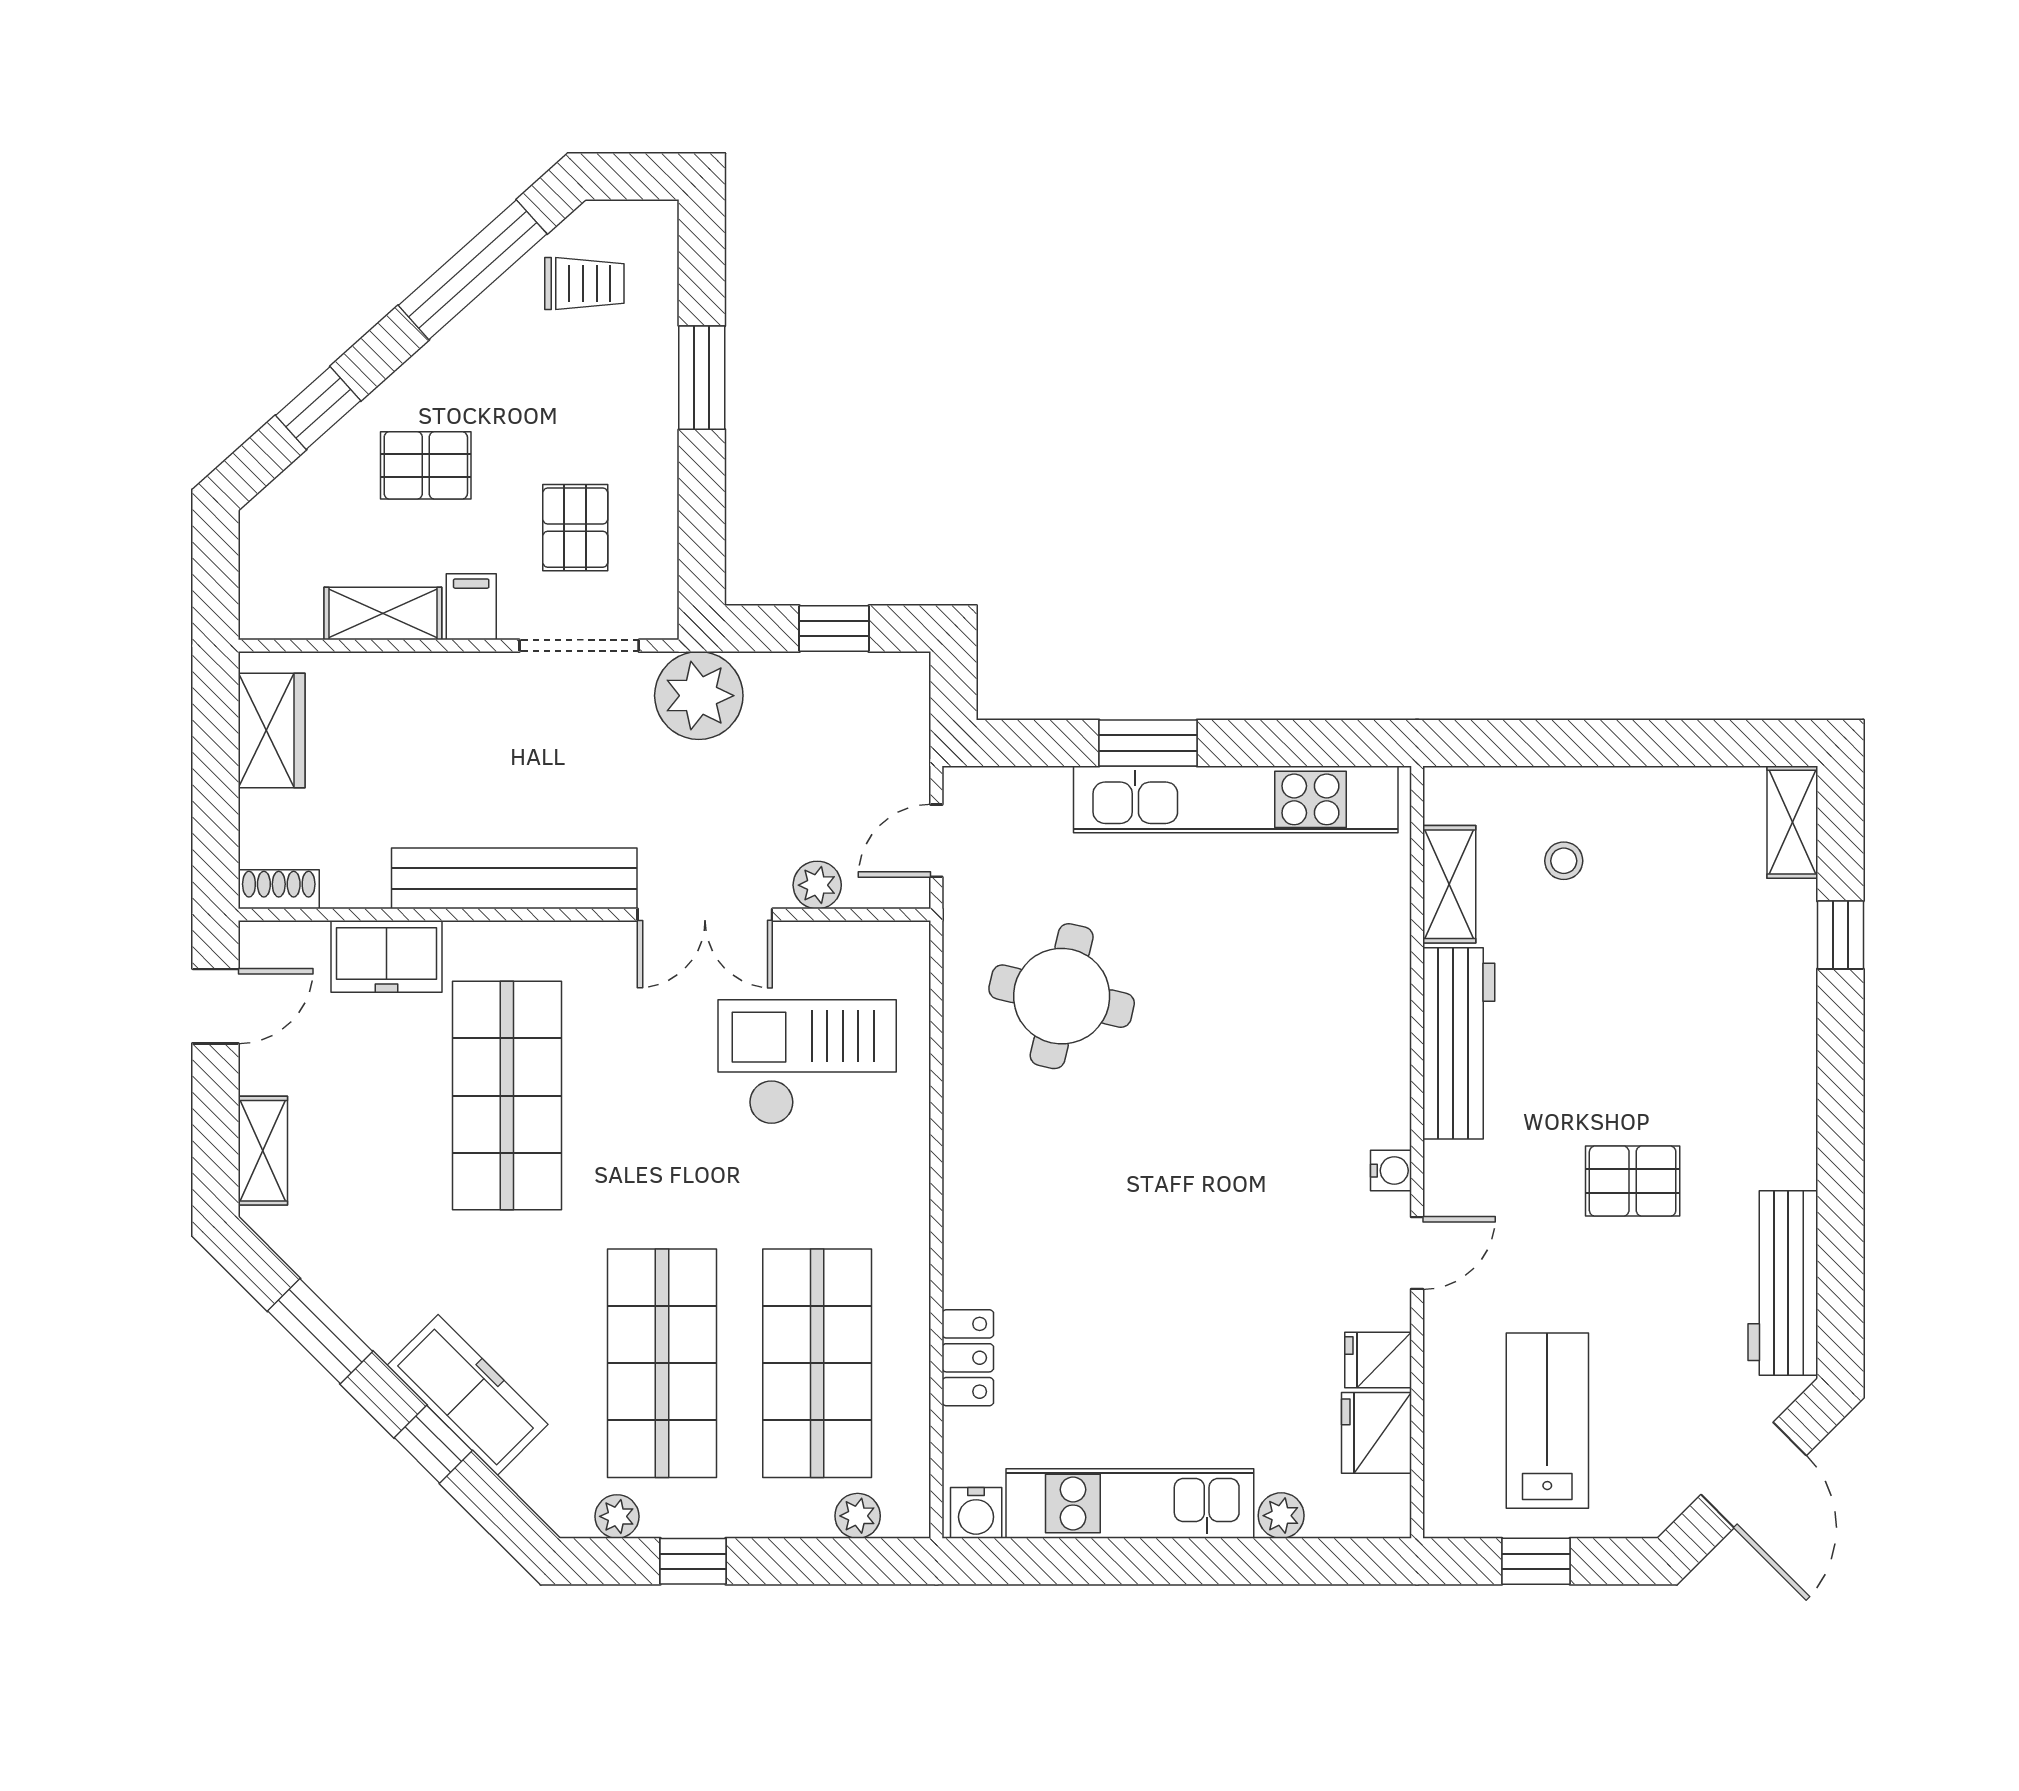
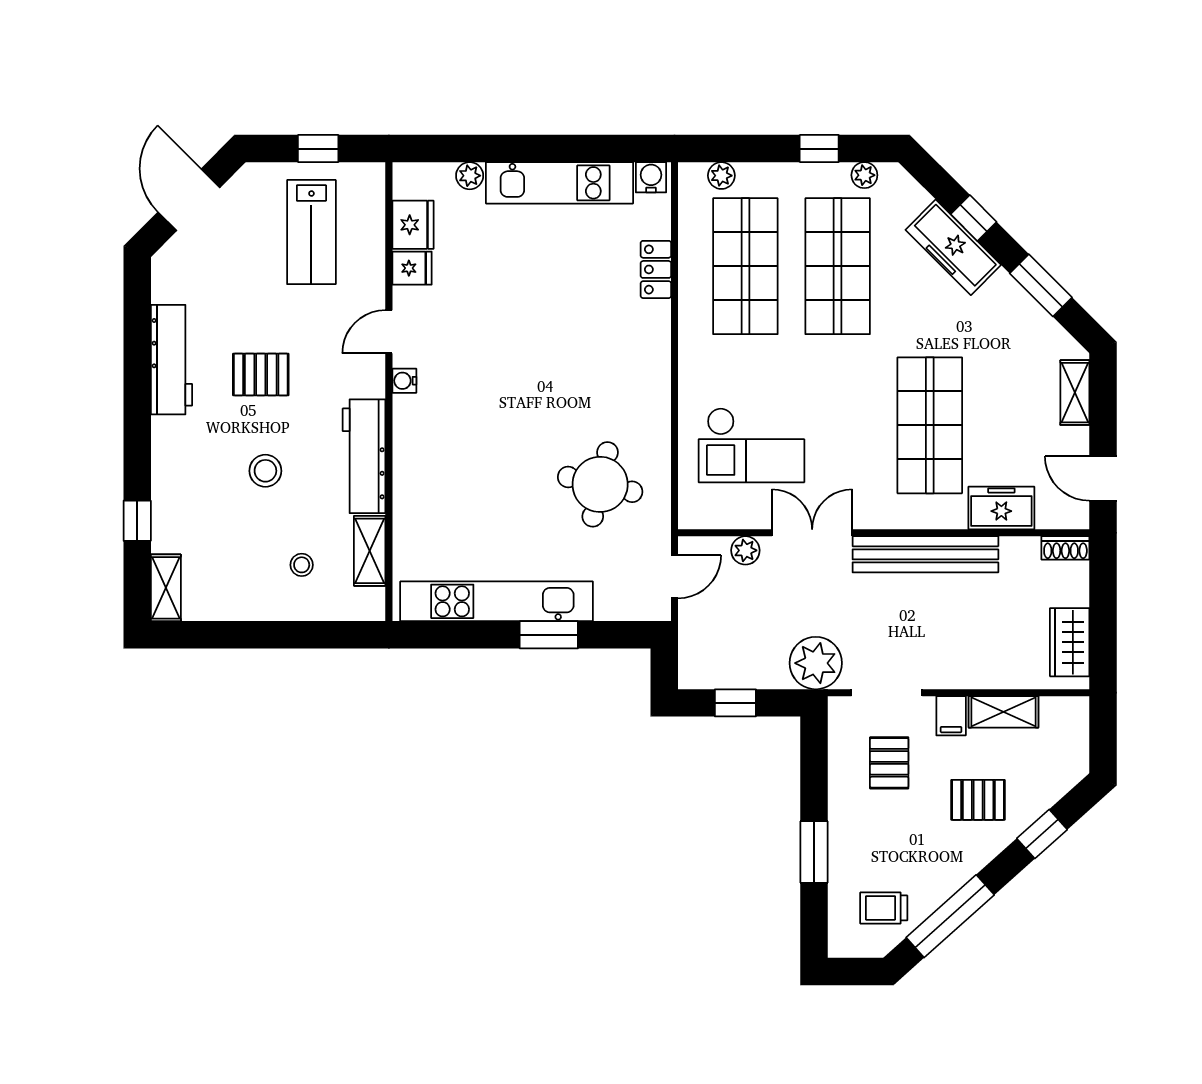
door: (215, 1006) -> (1103, 478), hinge flipped
stool: (1625, 1019) -> (265, 471), added
workbench: (1783, 1283) -> (171, 360), moved

